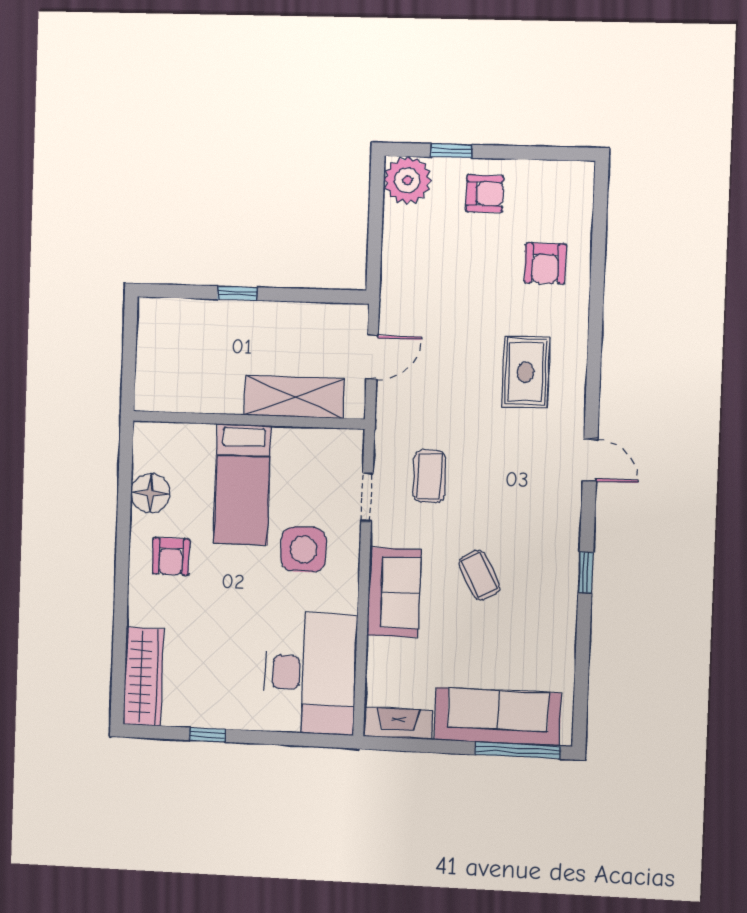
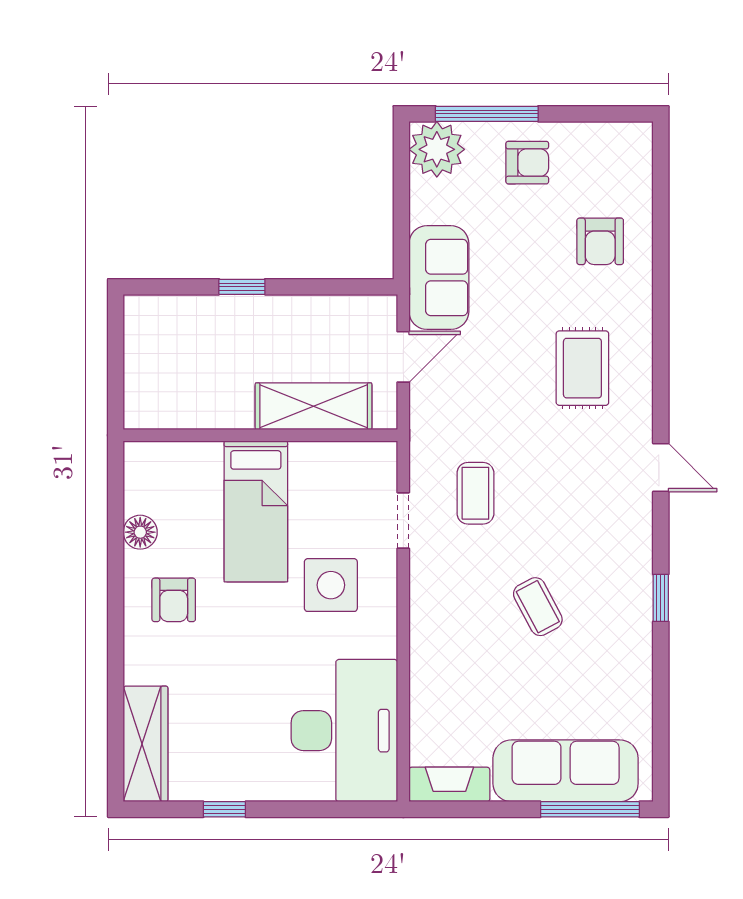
window: (451, 151) -> (487, 114), width x2.17
floor lamp: (150, 493) -> (140, 532), width x0.73, depth x0.73
sofa: (394, 592) -> (439, 278), moved

